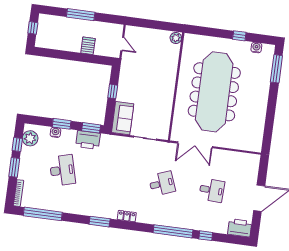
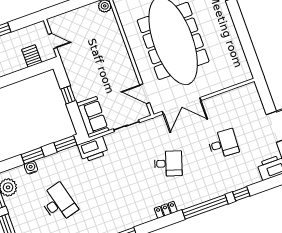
server rack: (88, 46) -> (32, 56), moved
door: (172, 121) -> (145, 94), added
printer: (88, 140) -> (93, 149), moved
desk: (162, 184) -> (168, 163), turned 39
locker: (127, 216) -> (166, 210), moved

